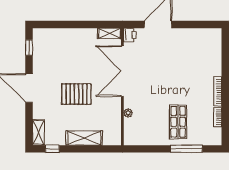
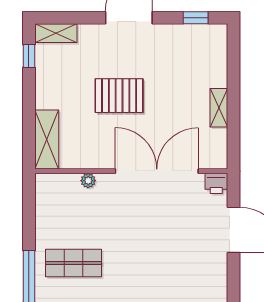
shelving: (109, 33) -> (219, 108), moved
pallet: (76, 94) -> (119, 96), turned 90
shelving: (84, 138) -> (47, 140), moved

